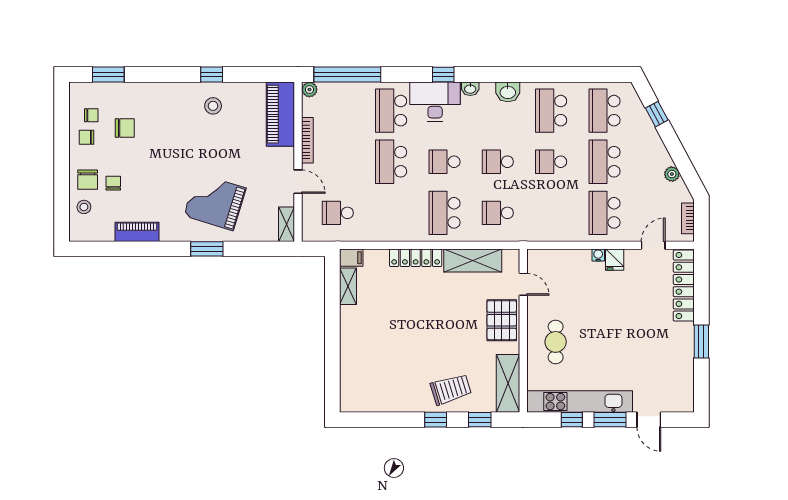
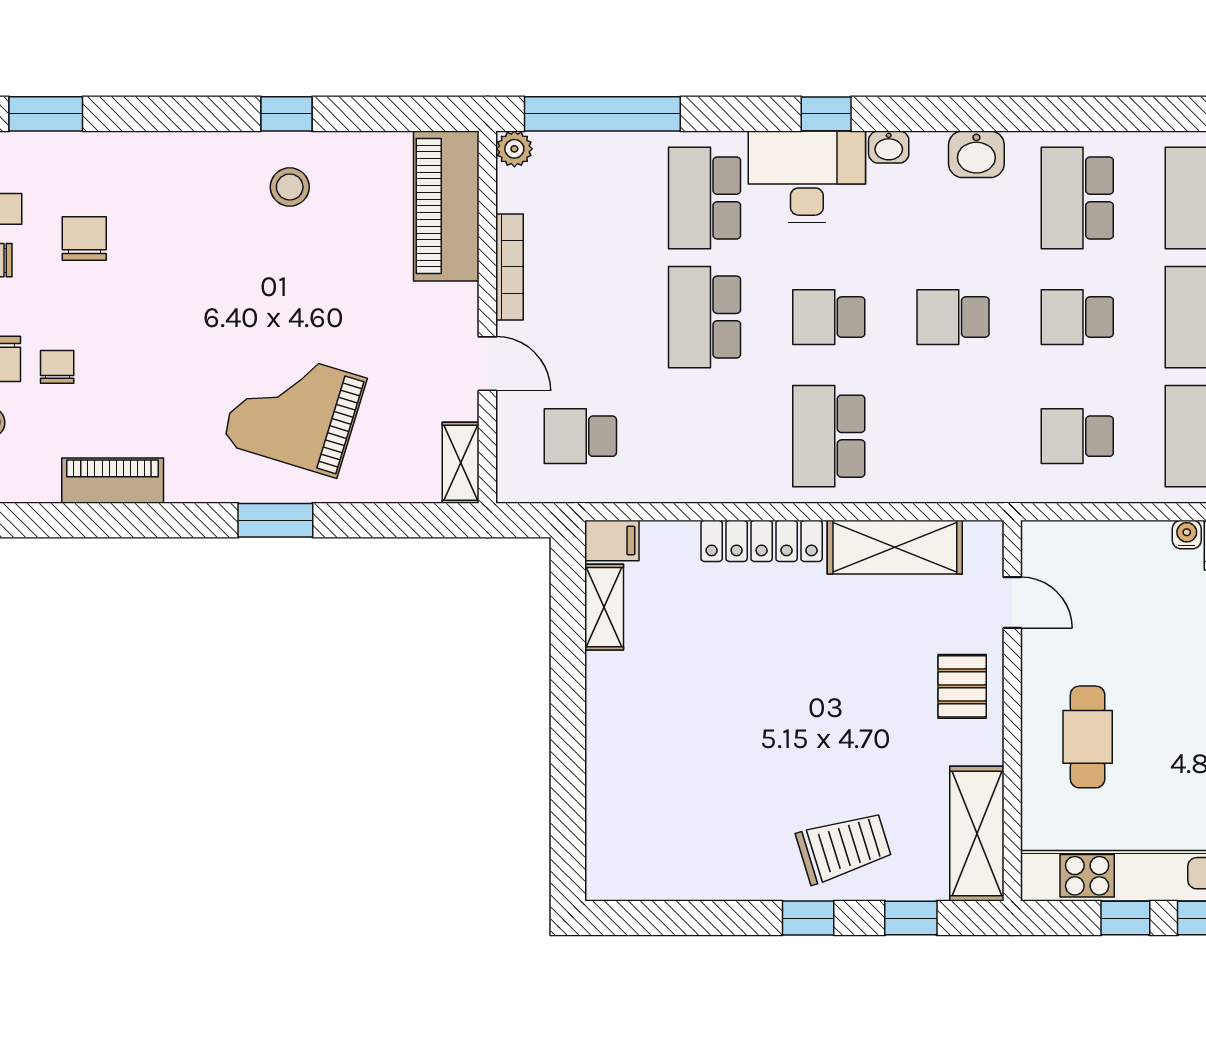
chair: (125, 128) -> (84, 238), turned -90
school desk: (498, 213) -> (1077, 436), moved
pallet: (502, 320) -> (962, 686), width x0.67, depth x0.71

